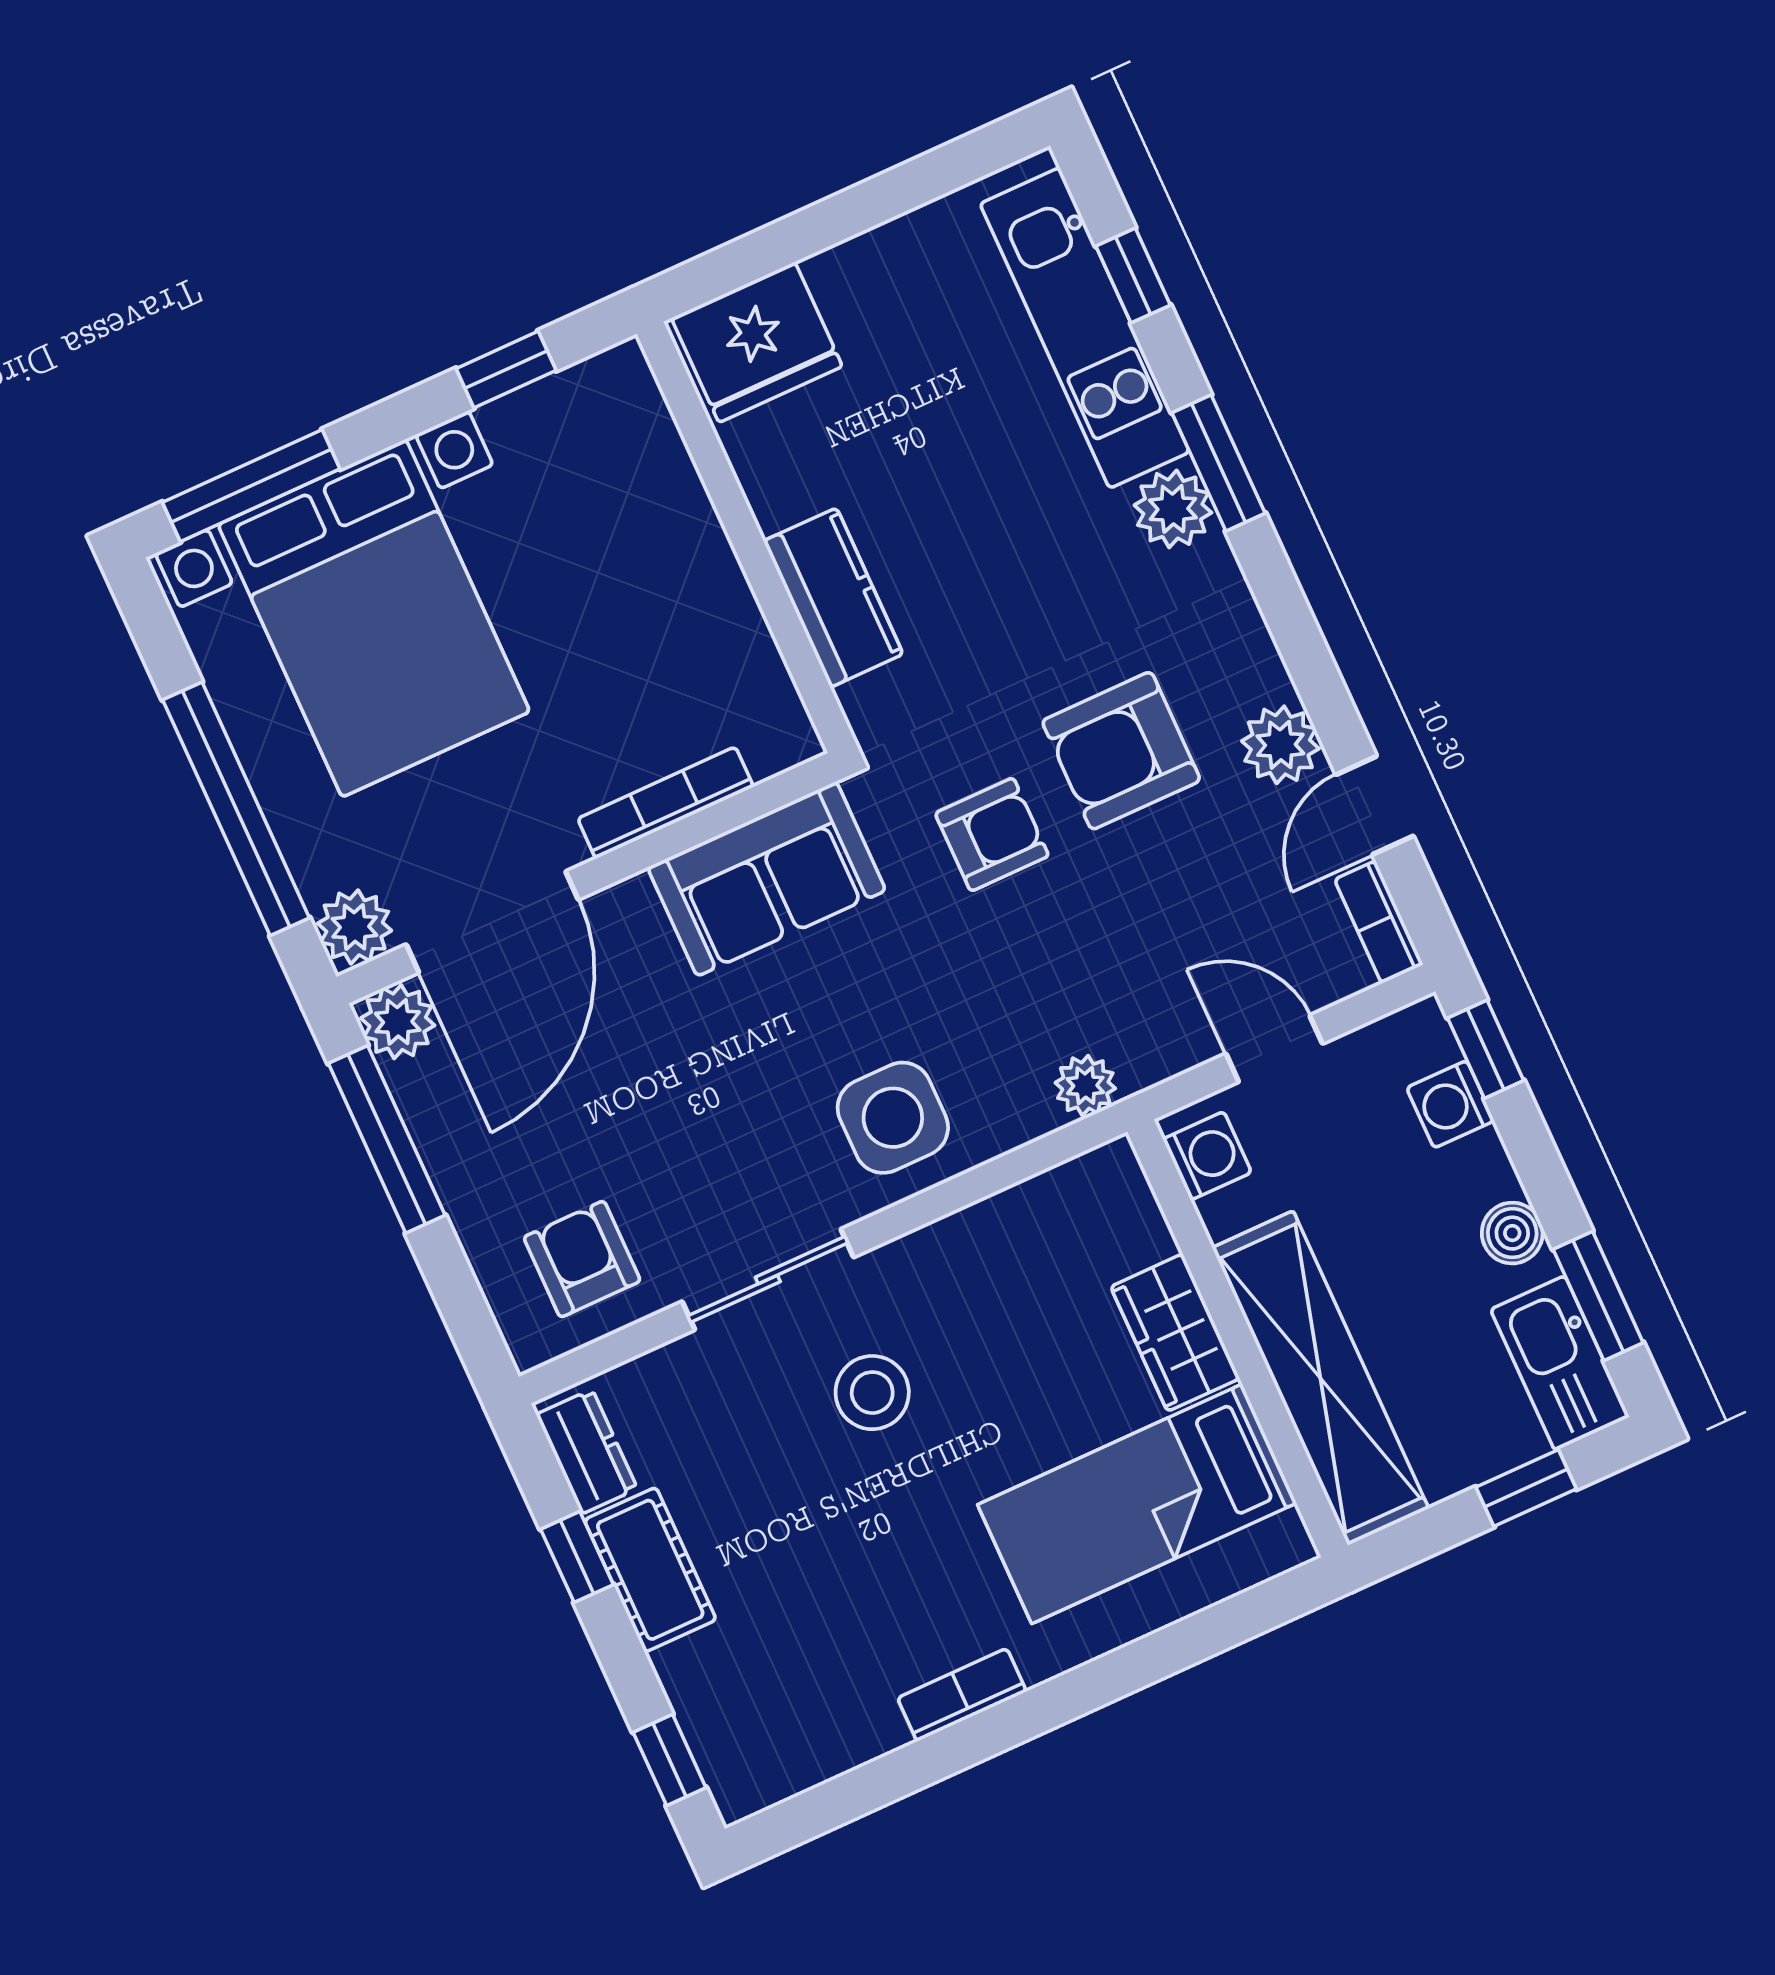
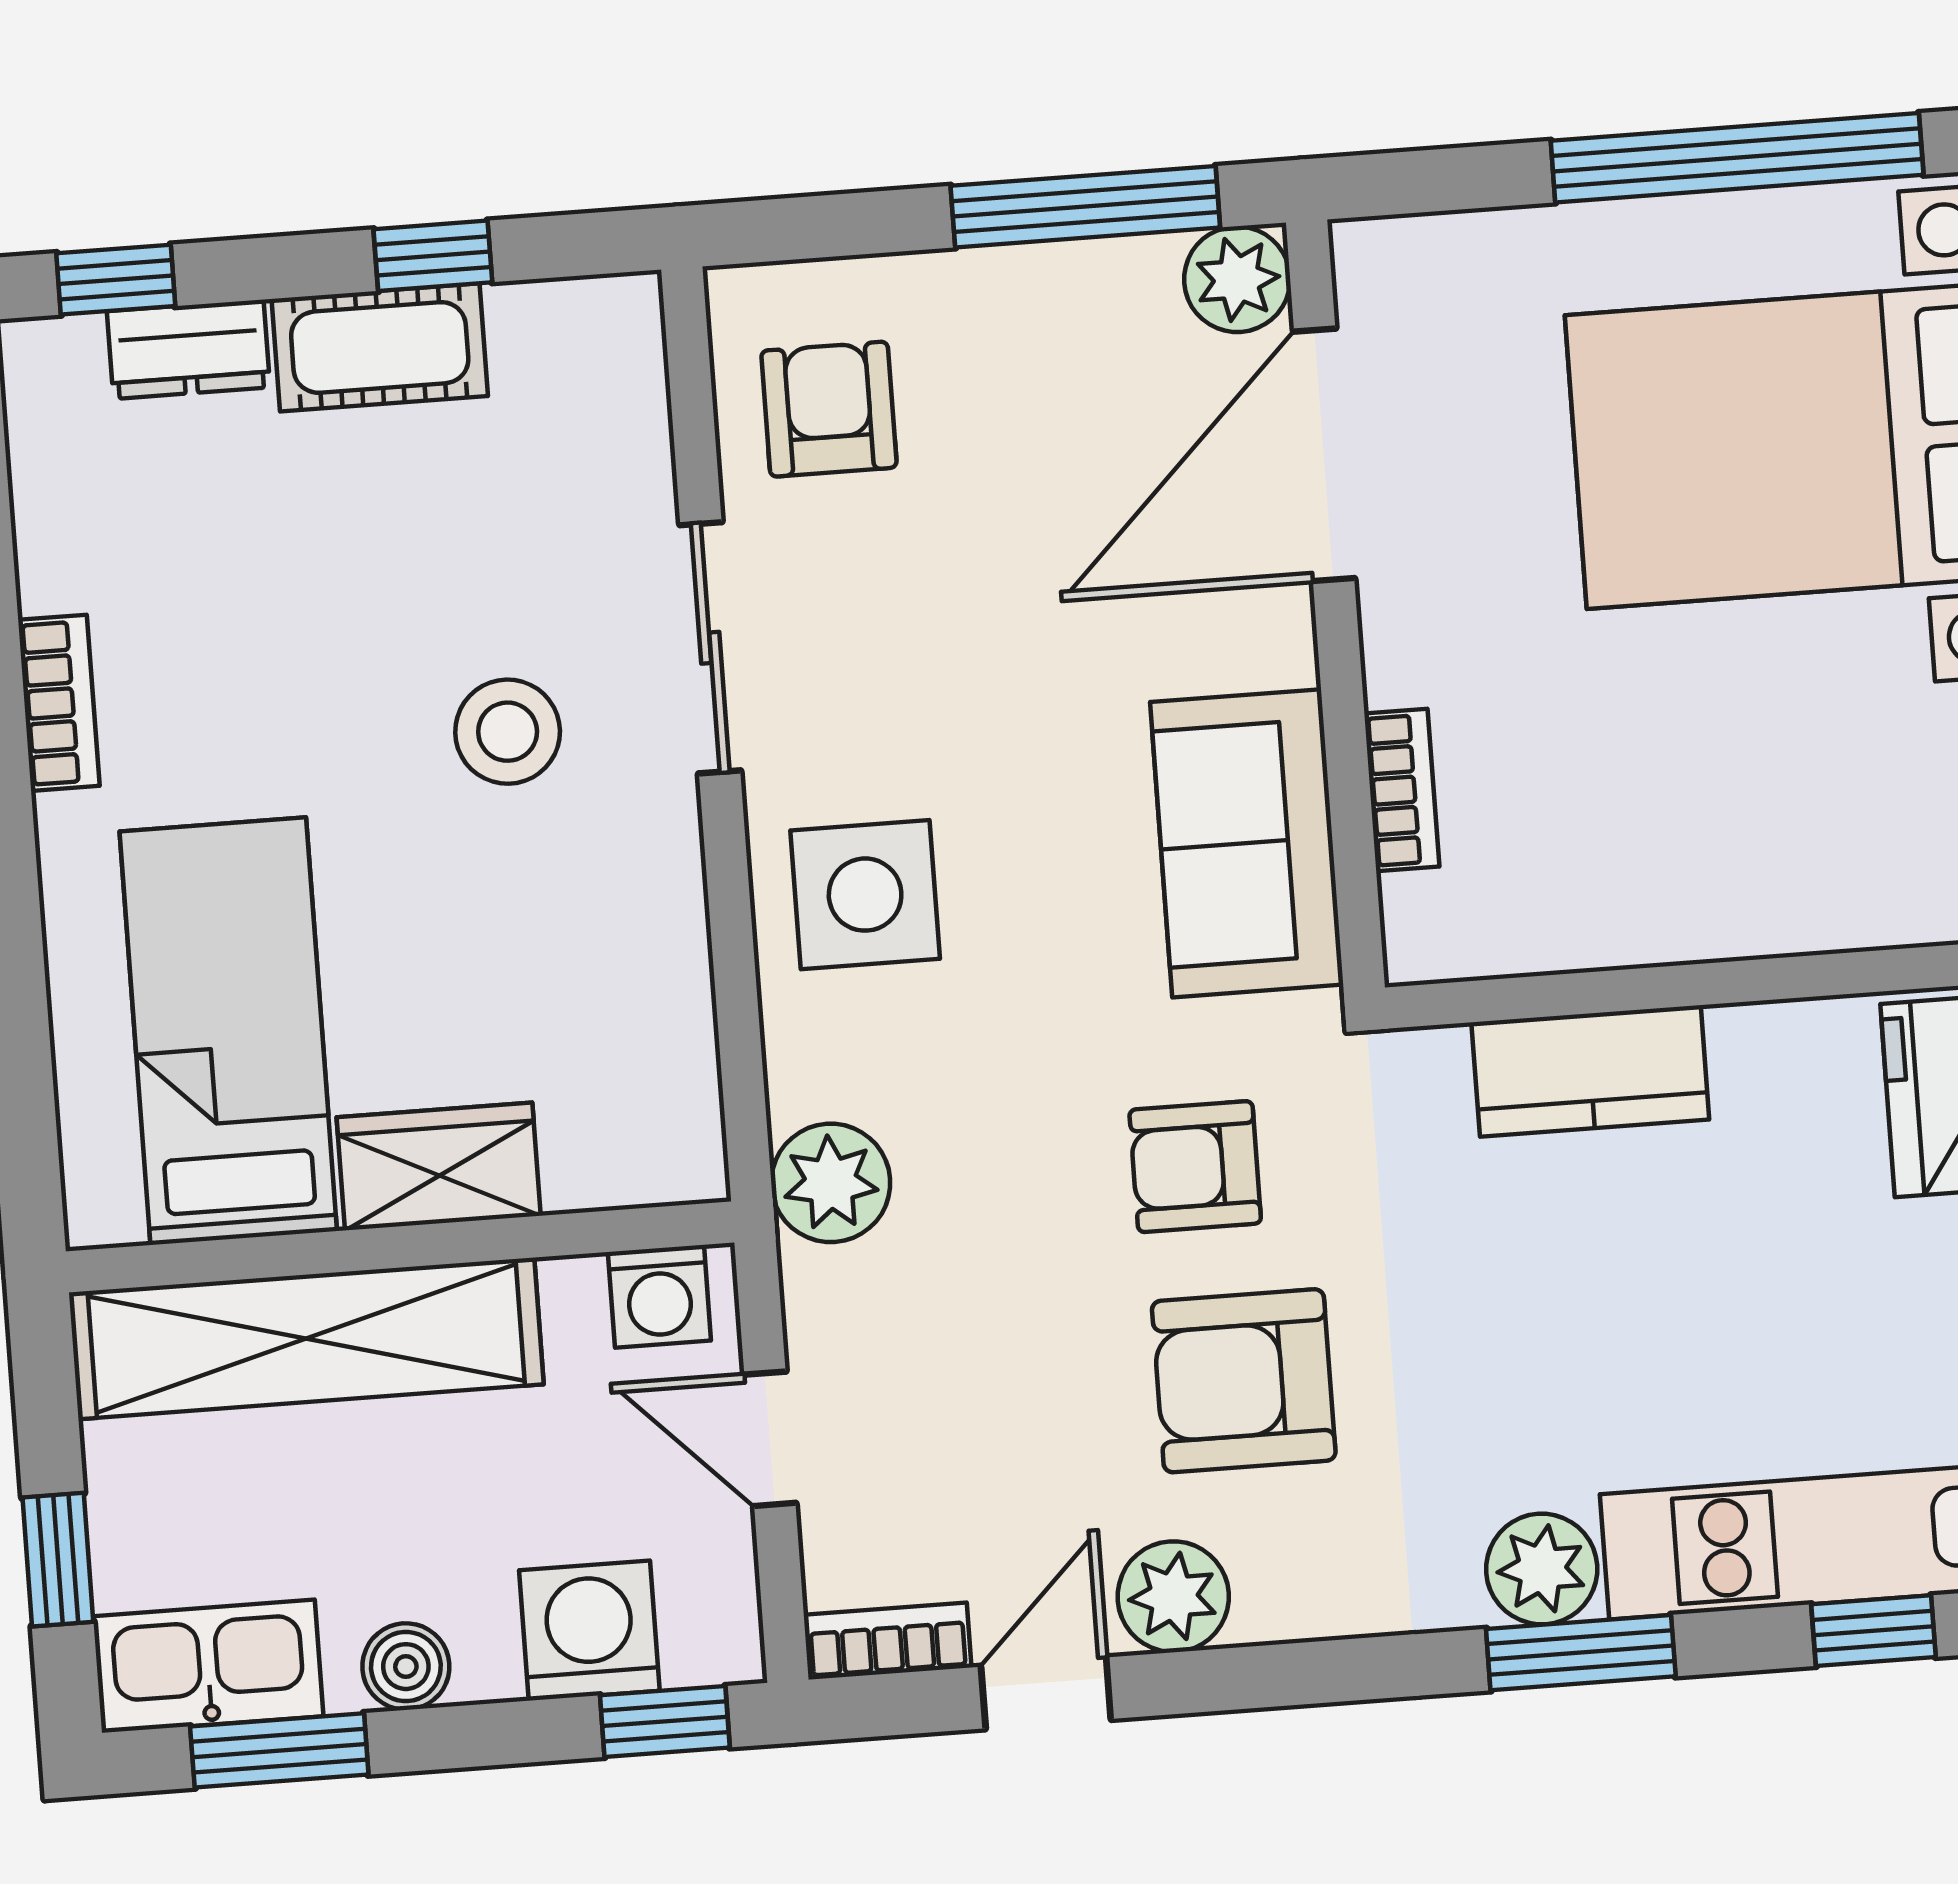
armchair: (1121, 751) -> (1244, 1381), turned -90
bookcase: (666, 803) -> (1402, 790), width x0.64
door: (1375, 805) -> (1046, 1693), hinge flipped
window: (236, 809) -> (1737, 158), moved
armchair: (992, 835) -> (1195, 1167), turned 90
door: (492, 922) -> (1324, 455), hinge flipped
plant: (355, 927) -> (1385, 268), removed
door: (1274, 1049) -> (770, 1439), swing flipped
plant: (1085, 1086) -> (831, 1183), width x1.38, depth x1.38
washing machine: (1450, 1104) -> (589, 1631), width x1.38, depth x1.38
armchair: (582, 1259) -> (829, 409), turned -90
dresser: (587, 1452) -> (189, 349), moved

